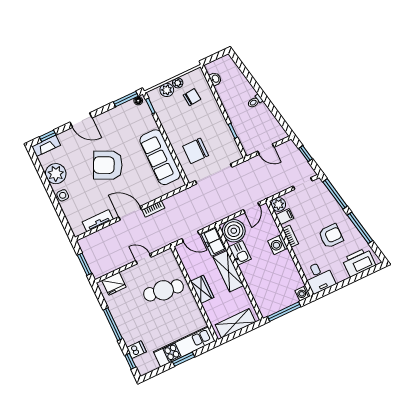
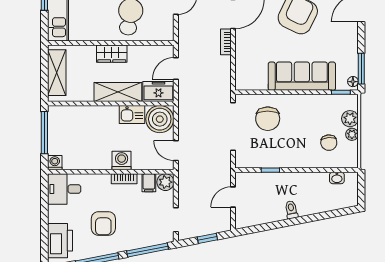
chair: (196, 151) -> (268, 119), turned 180
sofa: (160, 157) -> (302, 76), moved

